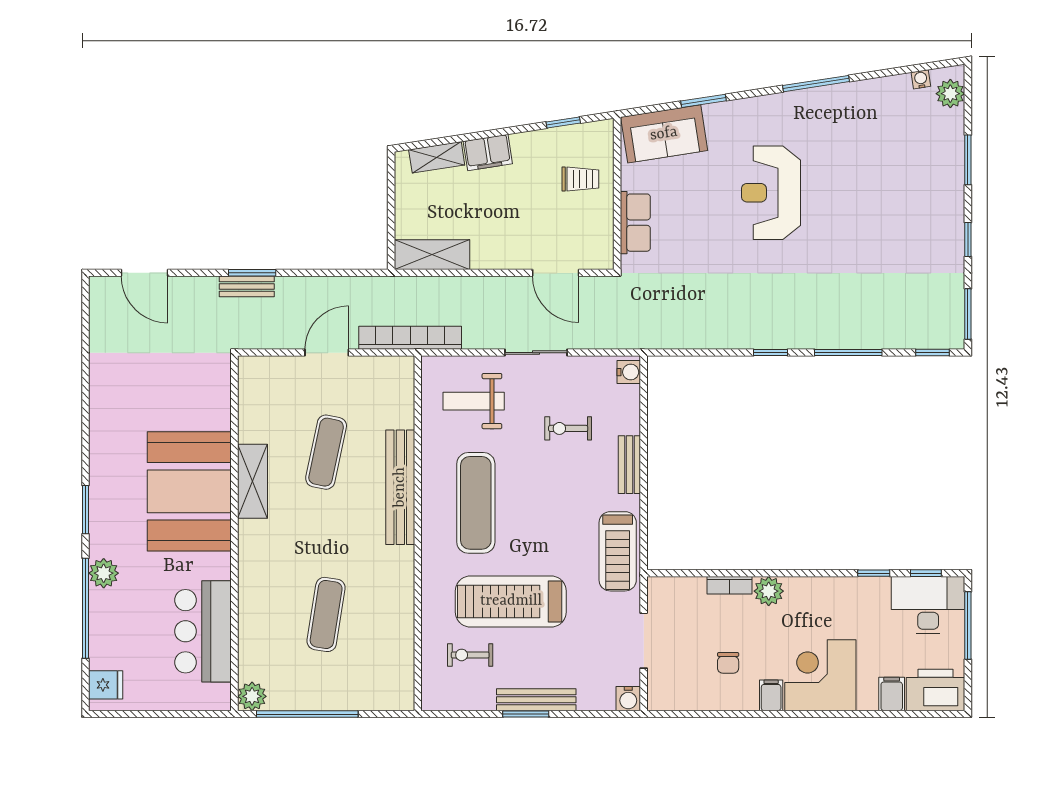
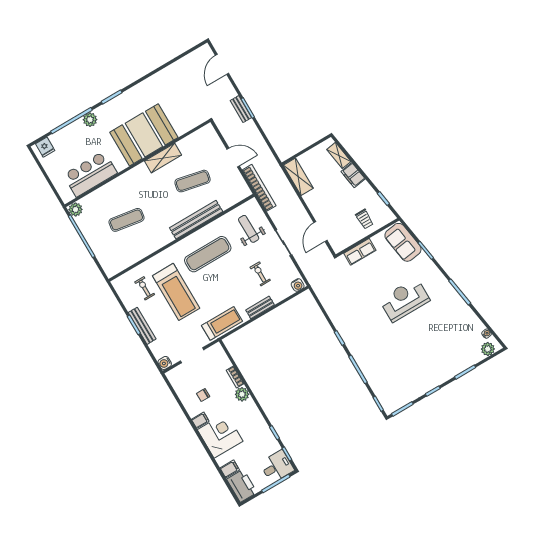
treadmill: (618, 551) -> (222, 323), turned 180
treadmill: (511, 601) -> (176, 292), turned 180
desk: (928, 605) -> (277, 467), width x0.73

